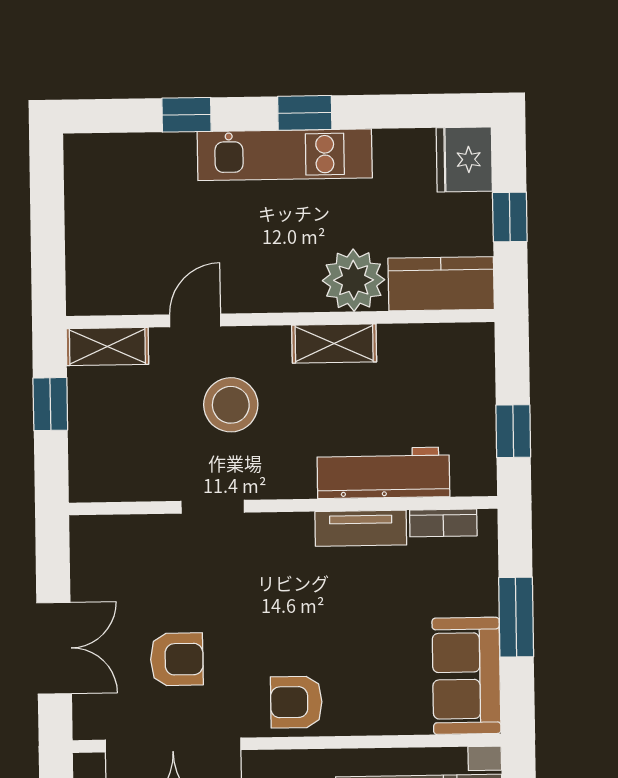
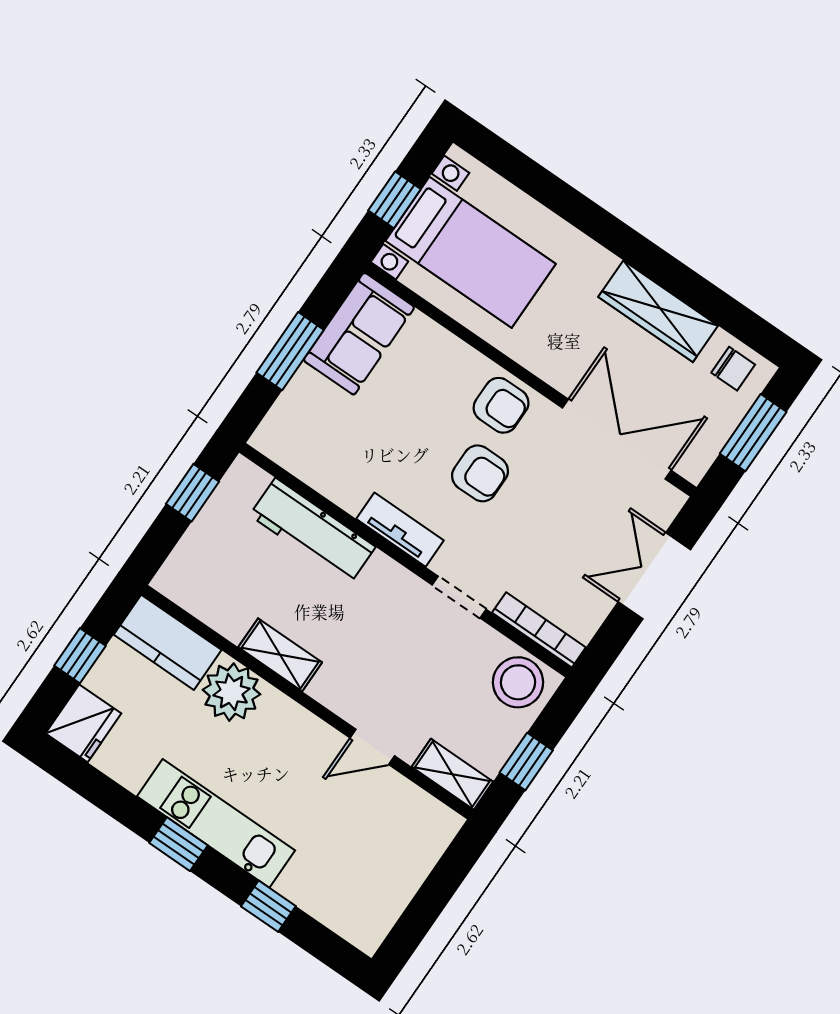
stool: (231, 405) -> (518, 682), moved
bookcase: (443, 523) -> (539, 630), moved, width x1.56
tv unit: (361, 528) -> (400, 530), moved
armchair: (177, 659) -> (480, 473), moved, turned 180

